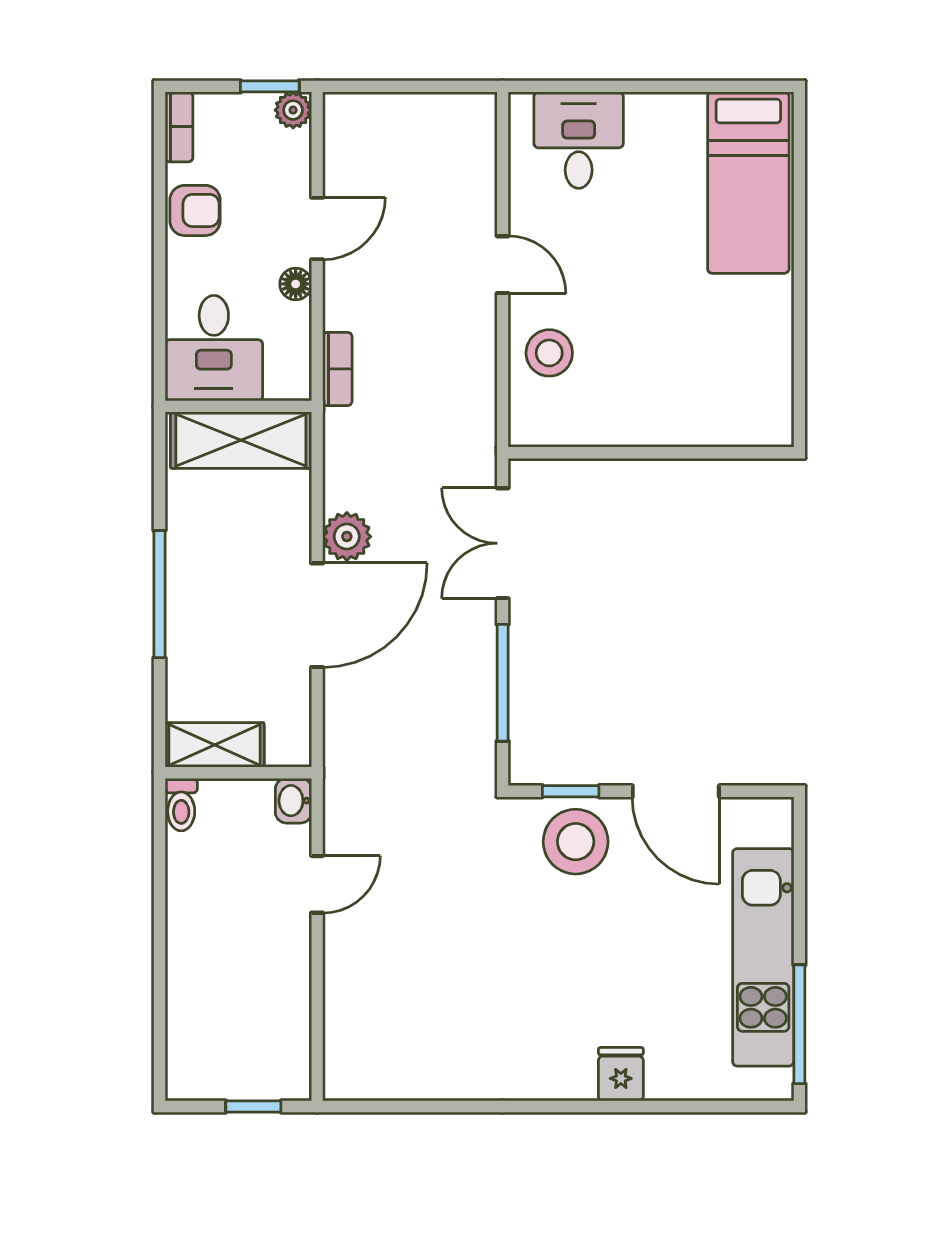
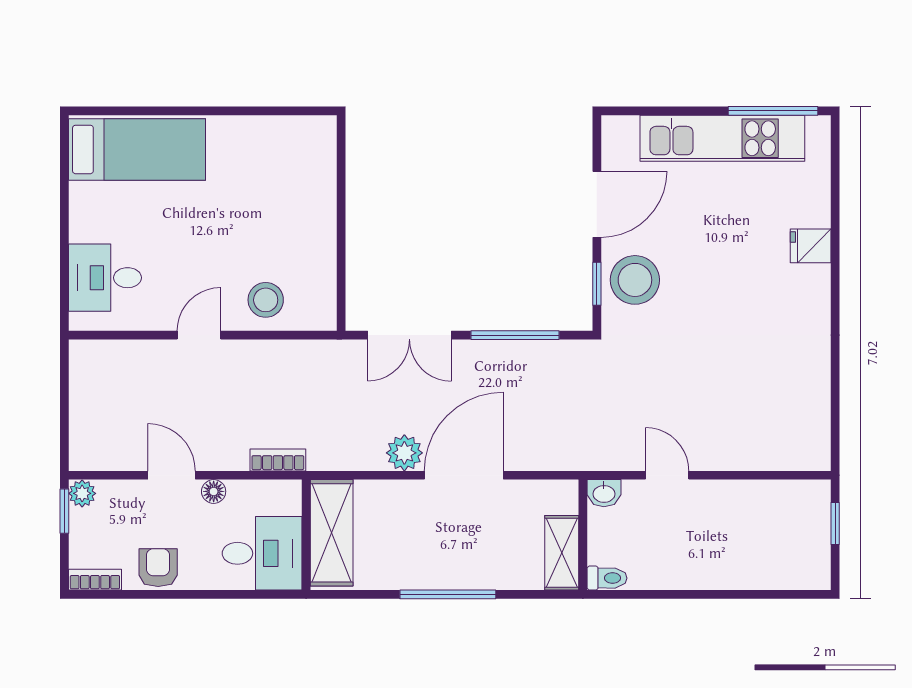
door: (317, 615) -> (464, 475), hinge flipped

